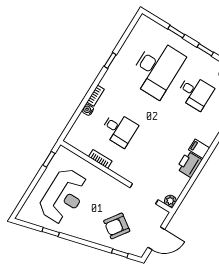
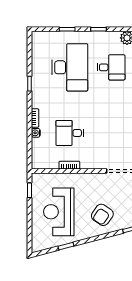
desk: (119, 129) -> (70, 133), turned 180
reception desk: (64, 196) -> (59, 212), turned 180
armchair: (117, 226) -> (102, 215), moved

